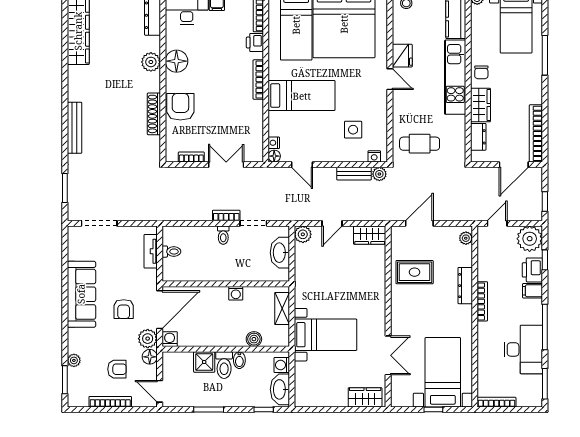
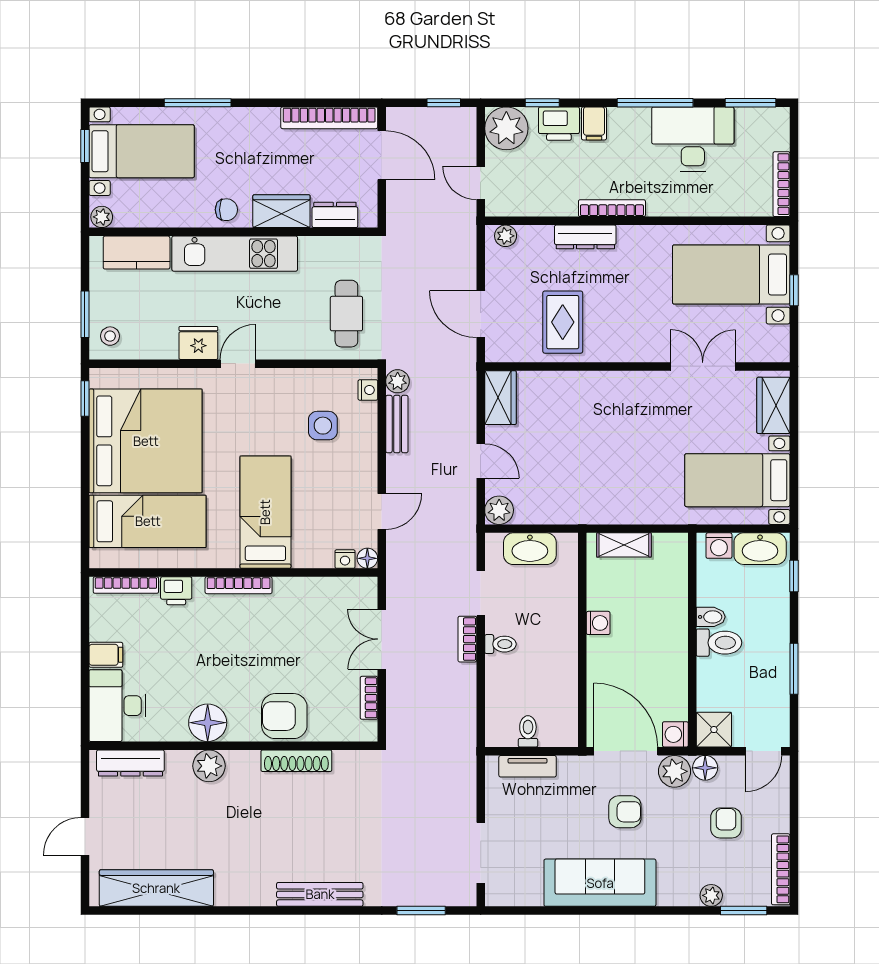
bed with nightstands: (325, 335) -> (737, 480), moved, turned -90
boiler: (254, 339) -> (675, 592), removed
shower: (204, 362) -> (714, 730), moved
bookcase: (110, 402) -> (781, 869), moved

